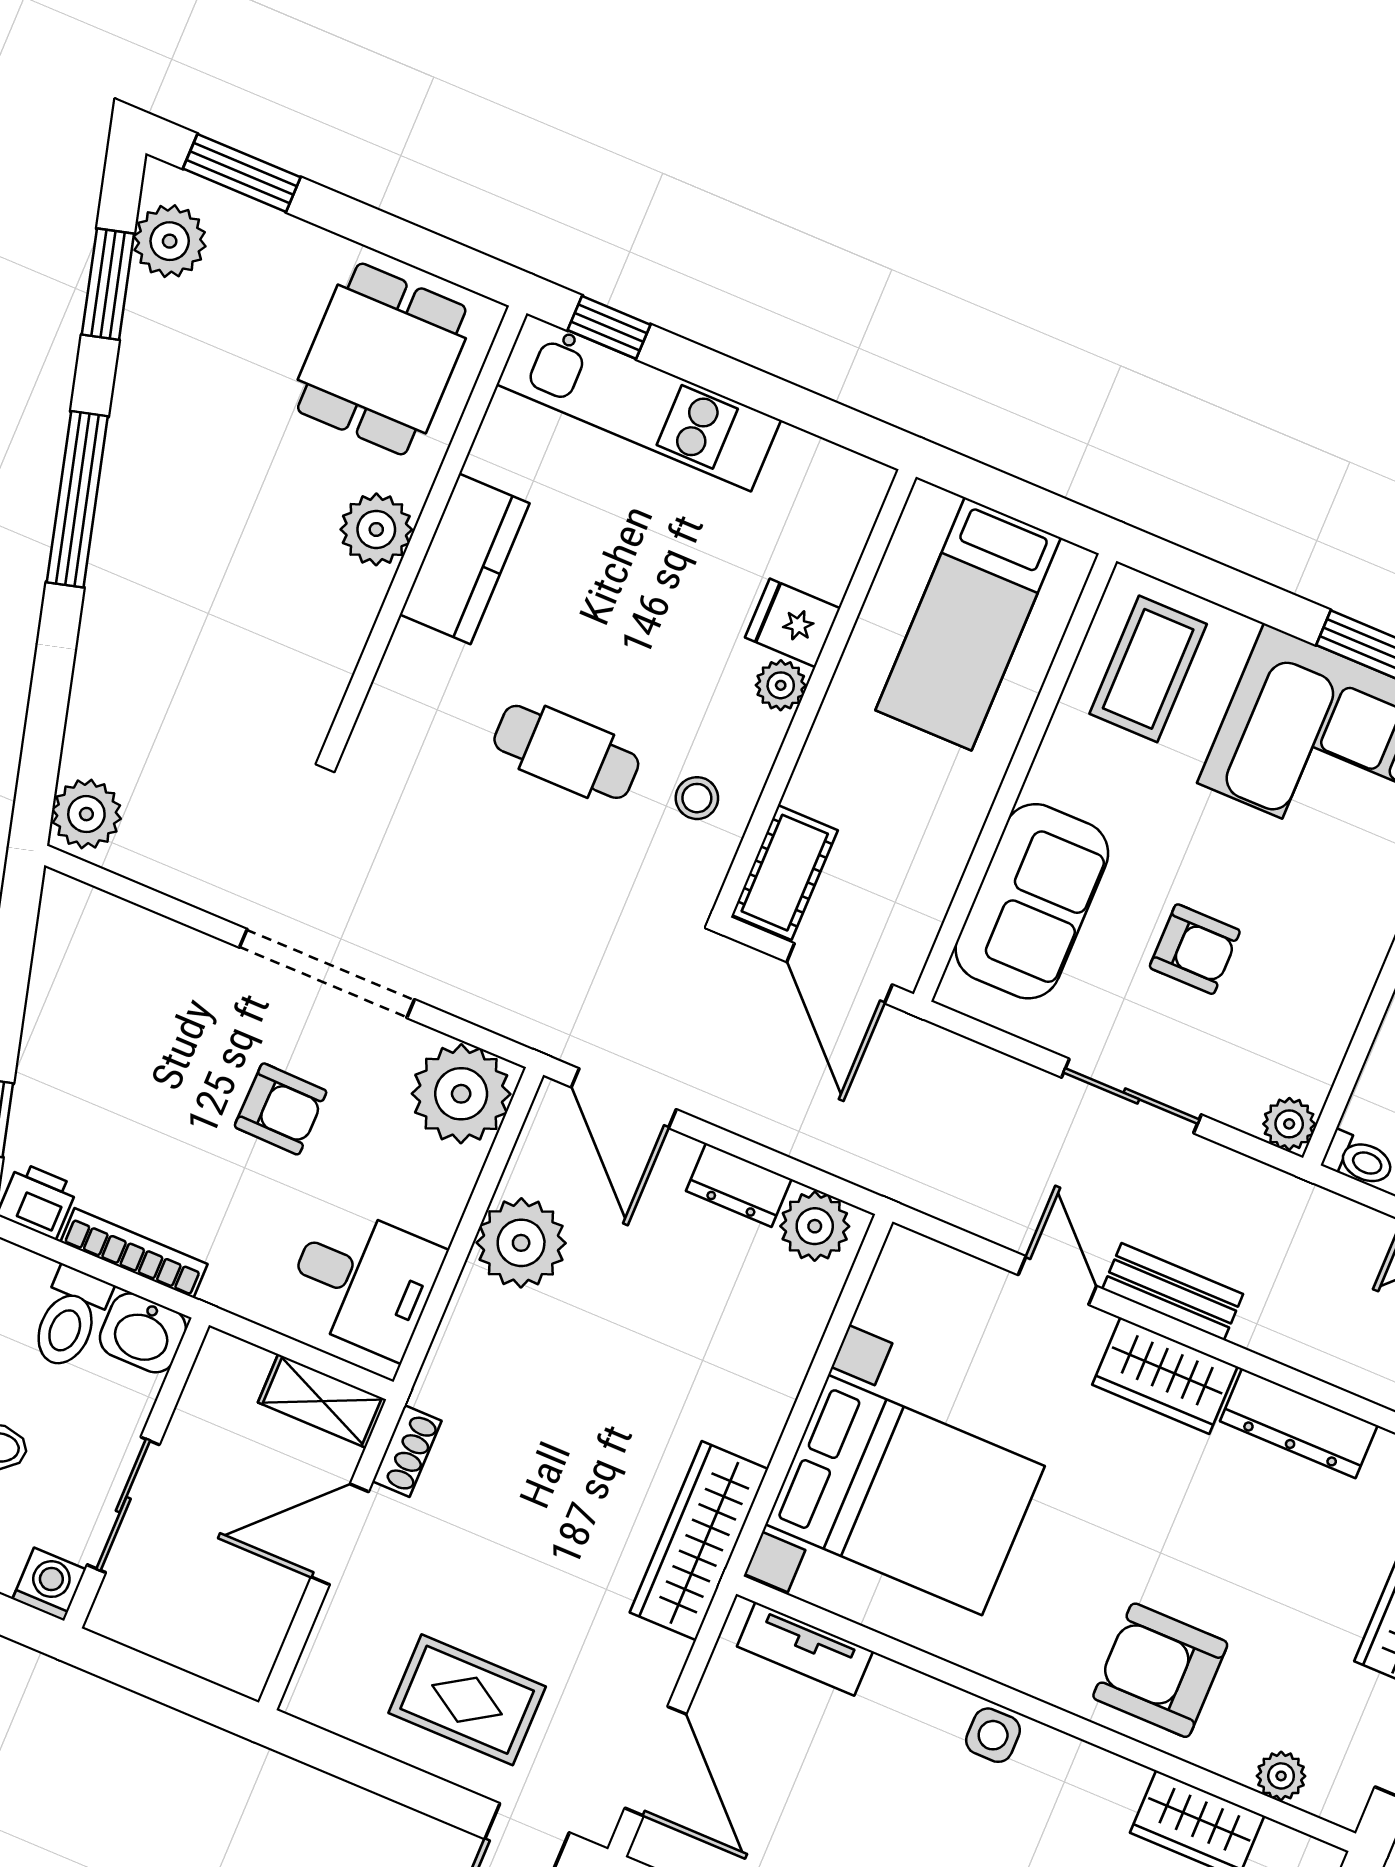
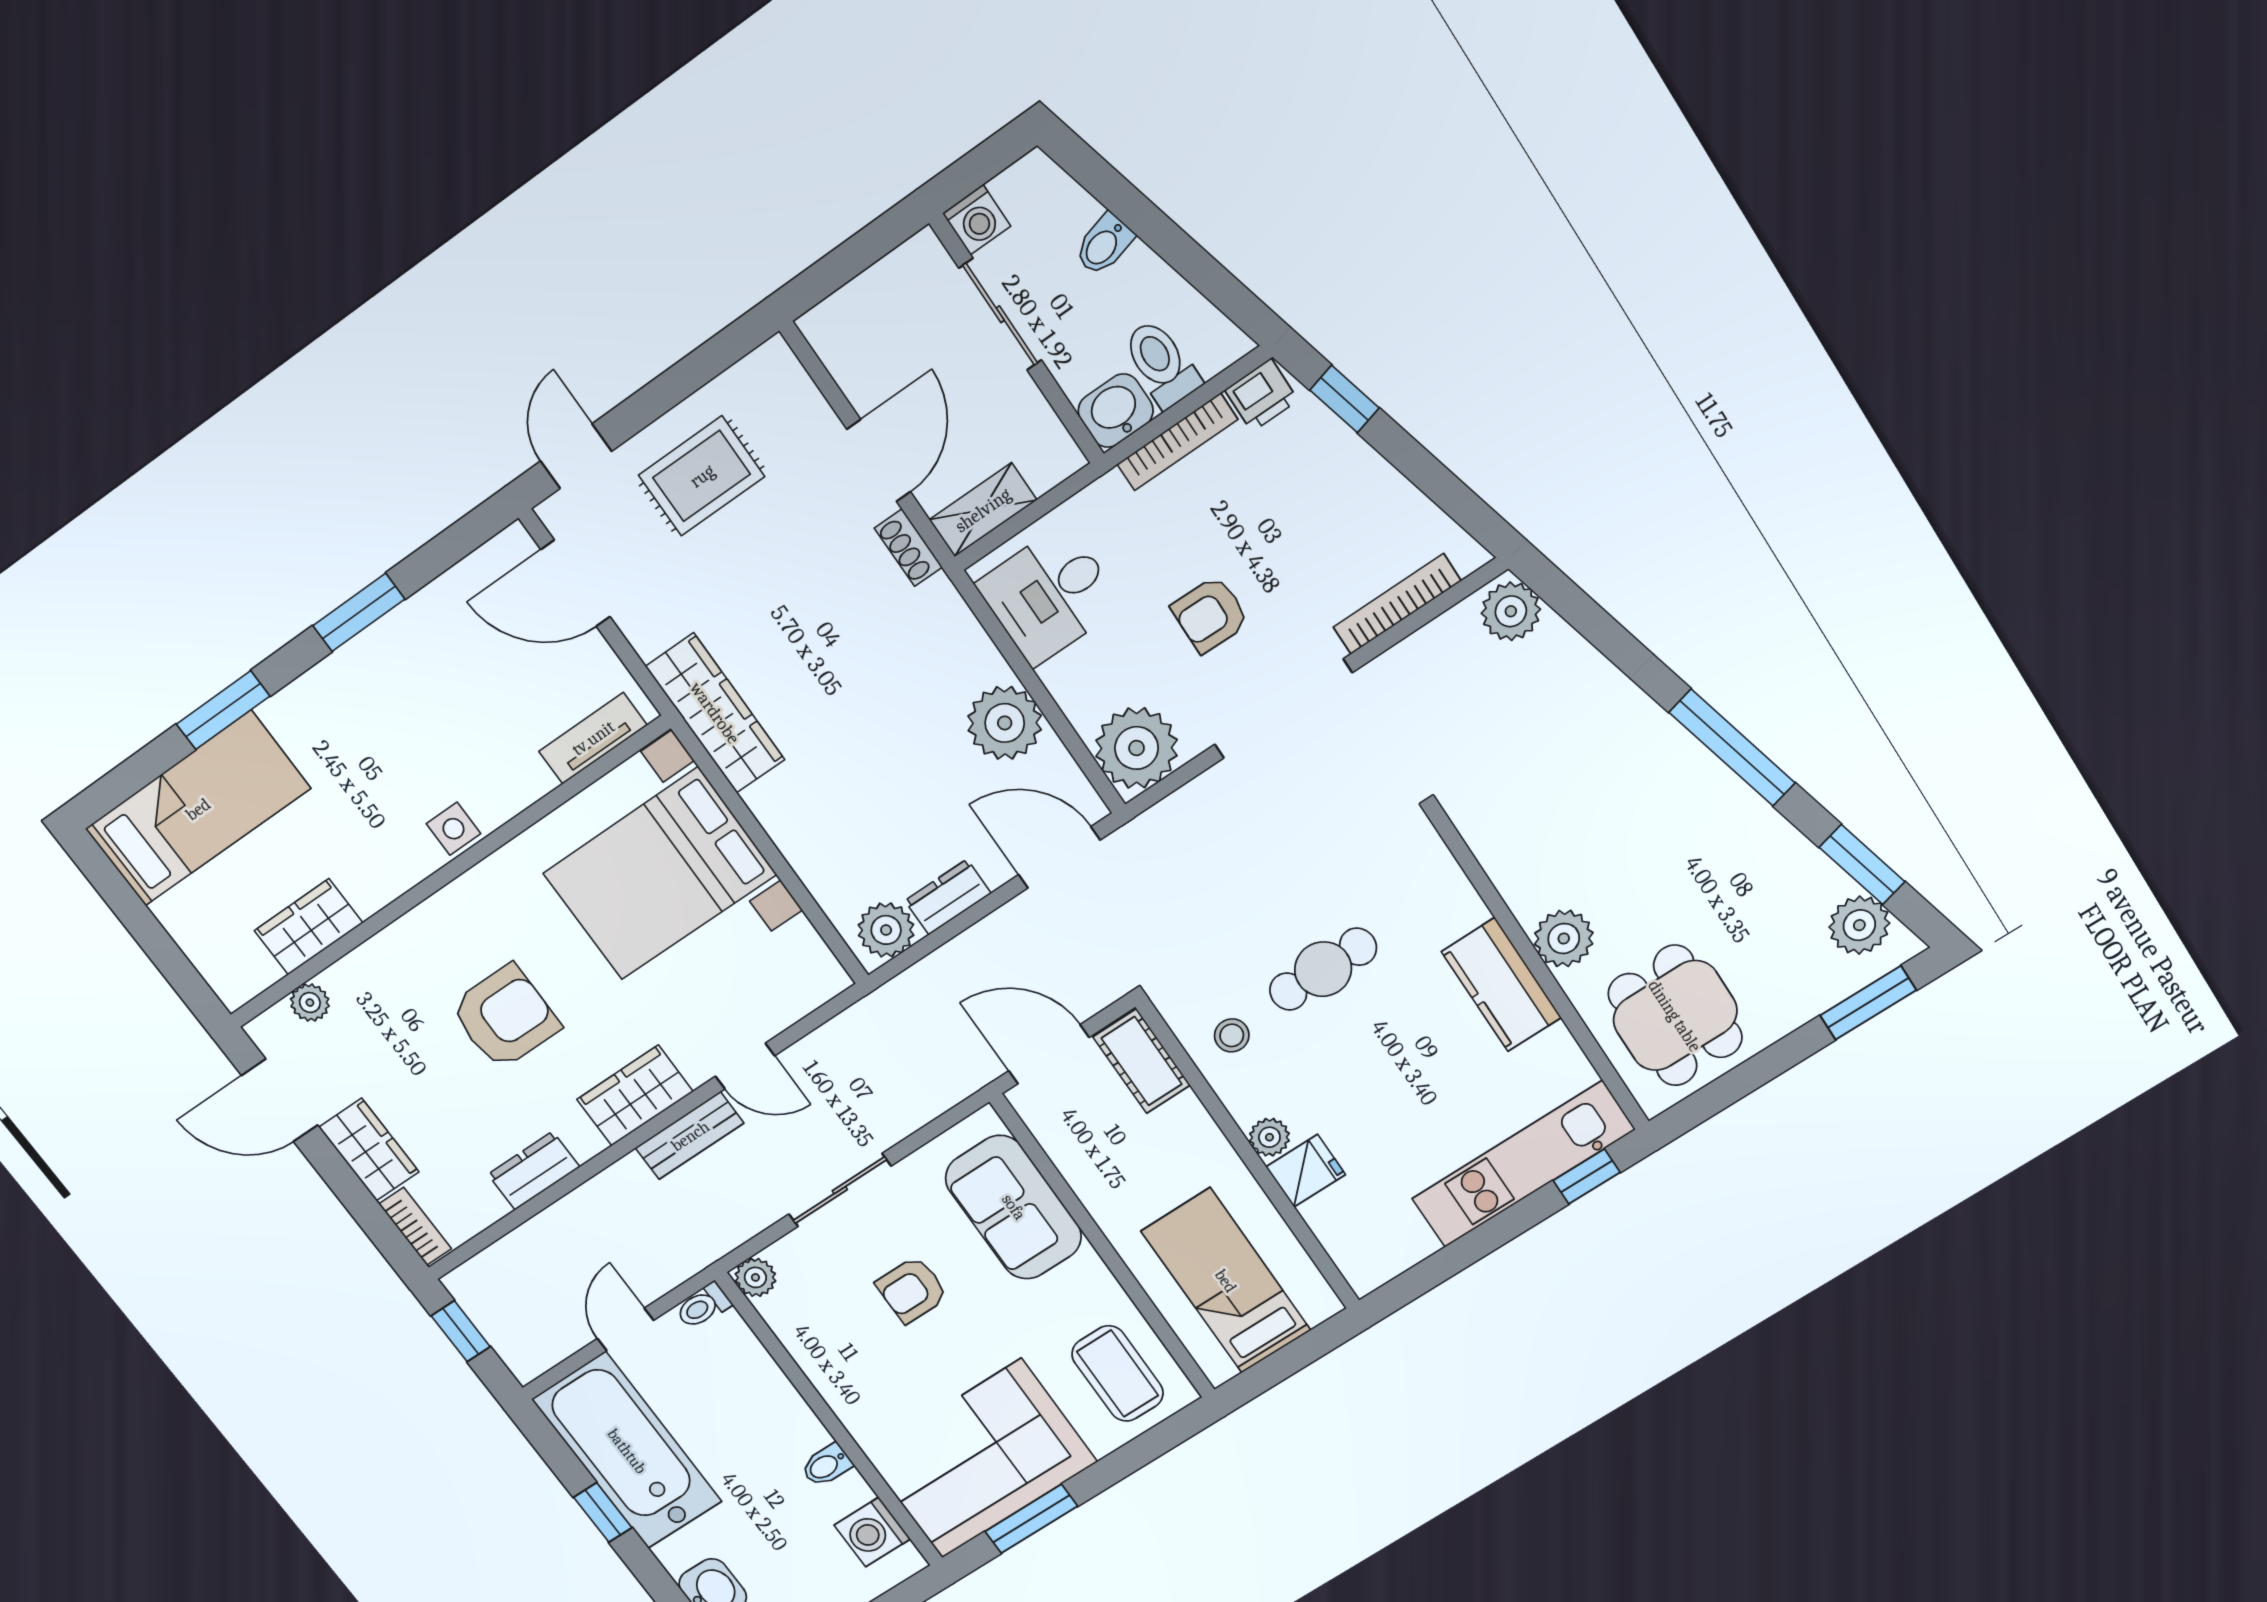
bookcase: (151, 931) -> (1397, 604), added
dresser: (1299, 1423) -> (534, 1171), width x0.70
armchair: (1160, 1670) -> (505, 1017), moved

